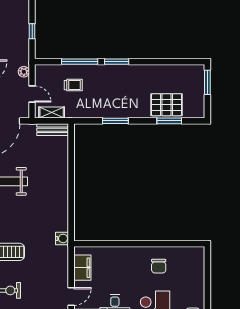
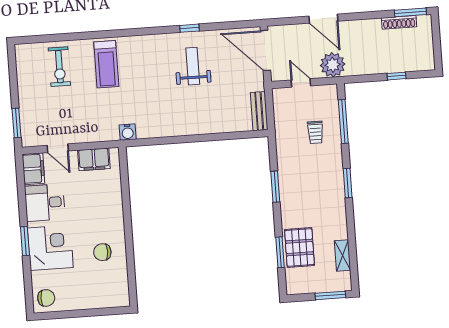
window: (32, 31) -> (397, 76), moved
window: (80, 62) -> (343, 121), moved
plant: (24, 72) -> (333, 65), width x1.88, depth x1.88
door: (32, 94) -> (301, 83), swing flipped
shelving: (52, 113) -> (343, 255), moved

